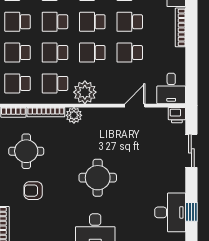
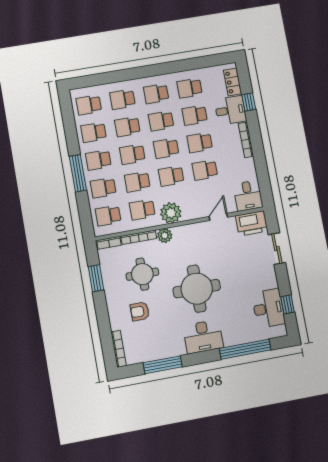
printer: (177, 115) -> (252, 223), width x1.87, depth x1.48
round table: (26, 151) -> (142, 274), moved
round table: (98, 178) -> (197, 289), width x1.36, depth x1.36

